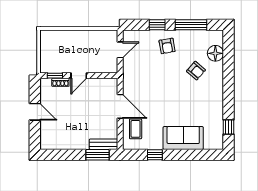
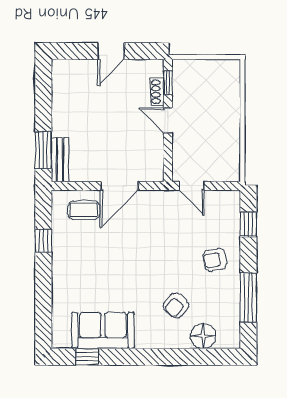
window: (157, 25) -> (248, 224), moved
door: (120, 50) -> (191, 186), moved
sofa: (183, 138) -> (103, 330), moved, turned -90

